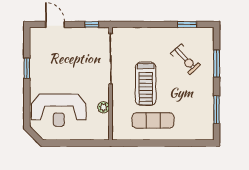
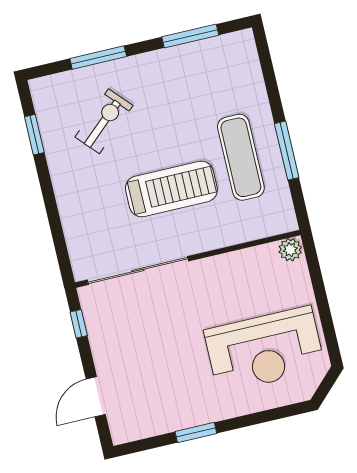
plant: (103, 107) -> (290, 250), moved
reception desk: (59, 110) -> (265, 350), turned 90
window: (151, 143) -> (287, 151), added

